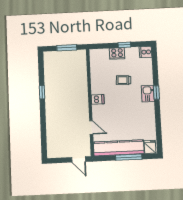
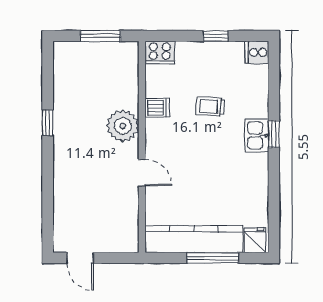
cooker: (117, 53) -> (160, 53), moved
plant: (80, 92) -> (123, 126), added
dishwasher: (98, 99) -> (157, 108), moved
door: (91, 128) -> (142, 173), moved
door: (79, 159) -> (80, 258), moved

